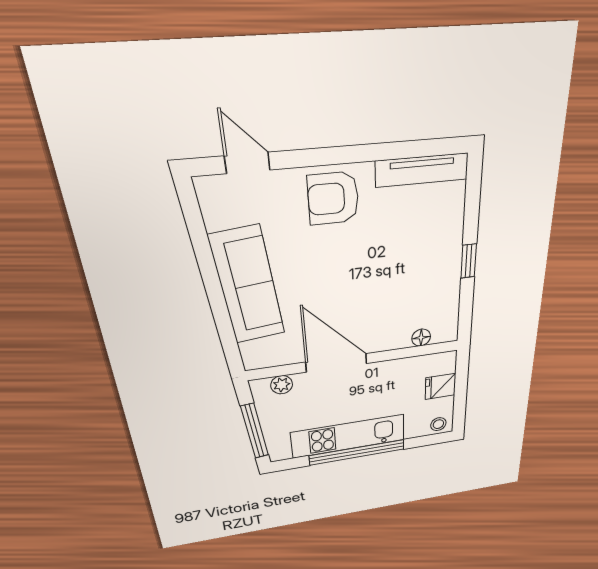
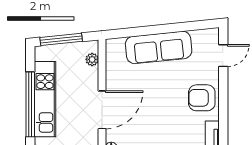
armchair: (333, 198) -> (202, 98), turned -90
door: (336, 363) -> (102, 110), moved

